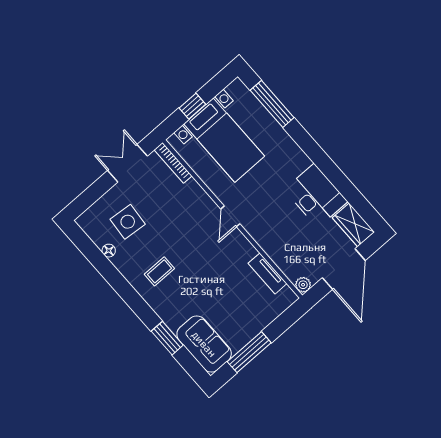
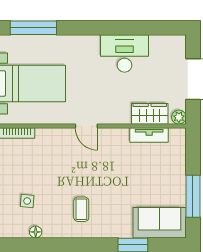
side table: (128, 222) -> (27, 201), width x0.54, depth x0.54
wardrobe: (353, 225) -> (150, 114), moved, turned 180

